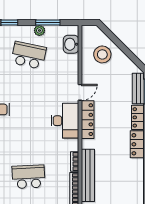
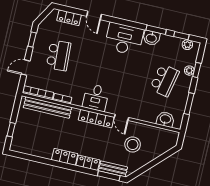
plant: (39, 30) -> (189, 71), moved
stool: (102, 54) -> (133, 144), moved
desk: (65, 121) -> (96, 98), width x0.73

